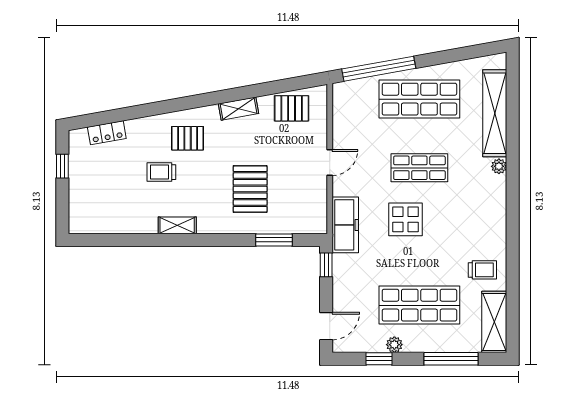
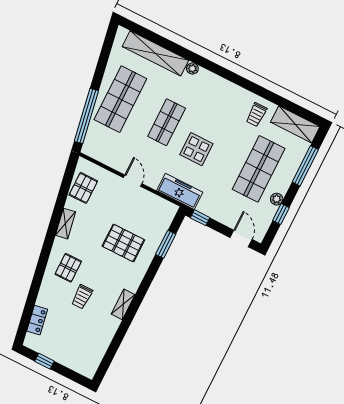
trolley: (482, 270) -> (256, 115), turned 180

